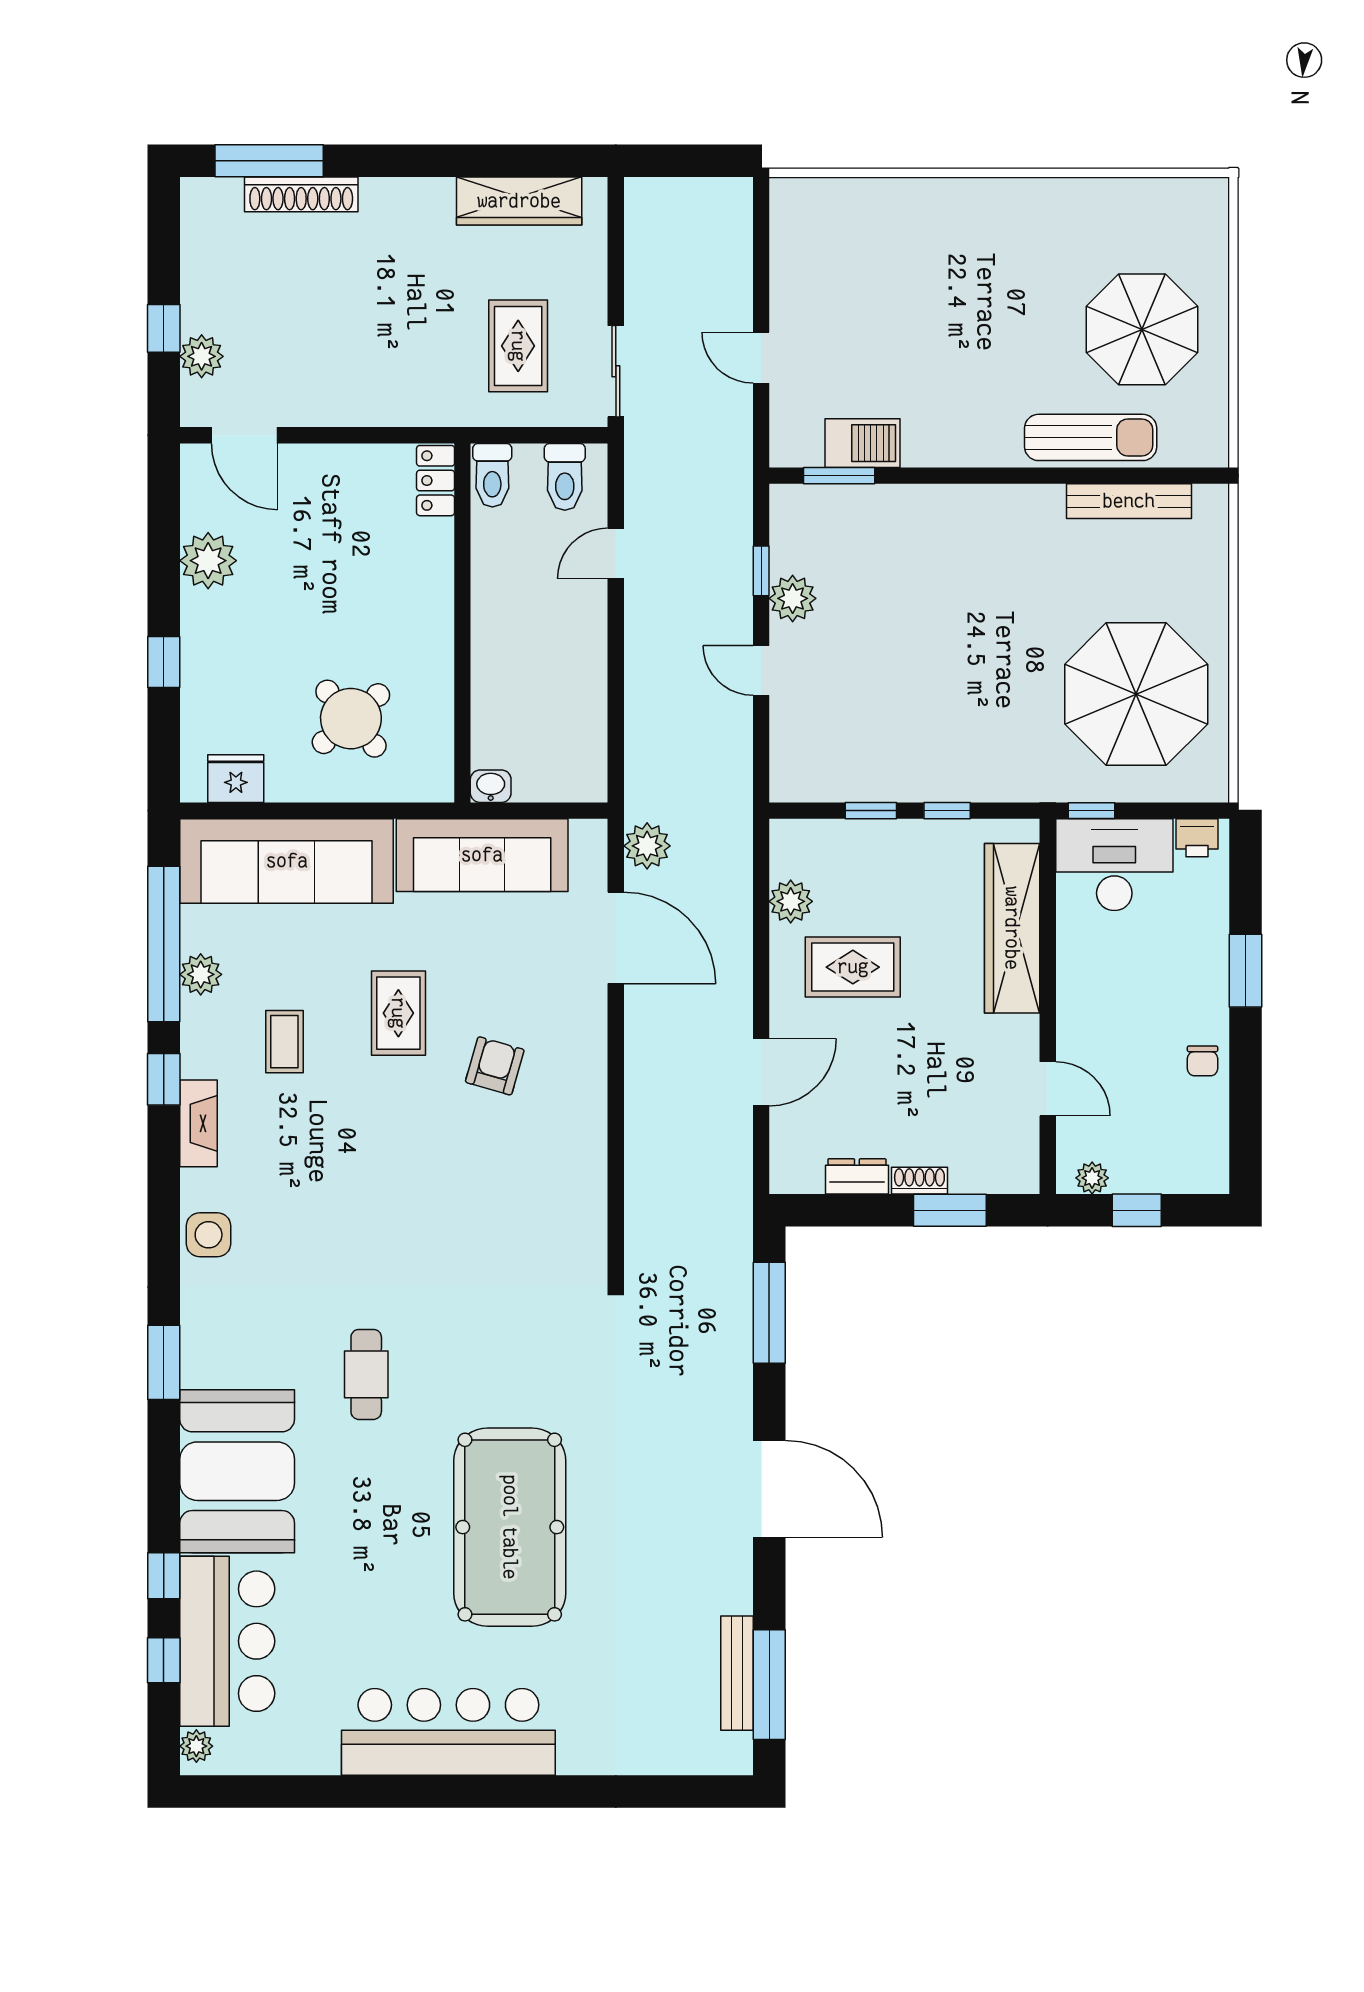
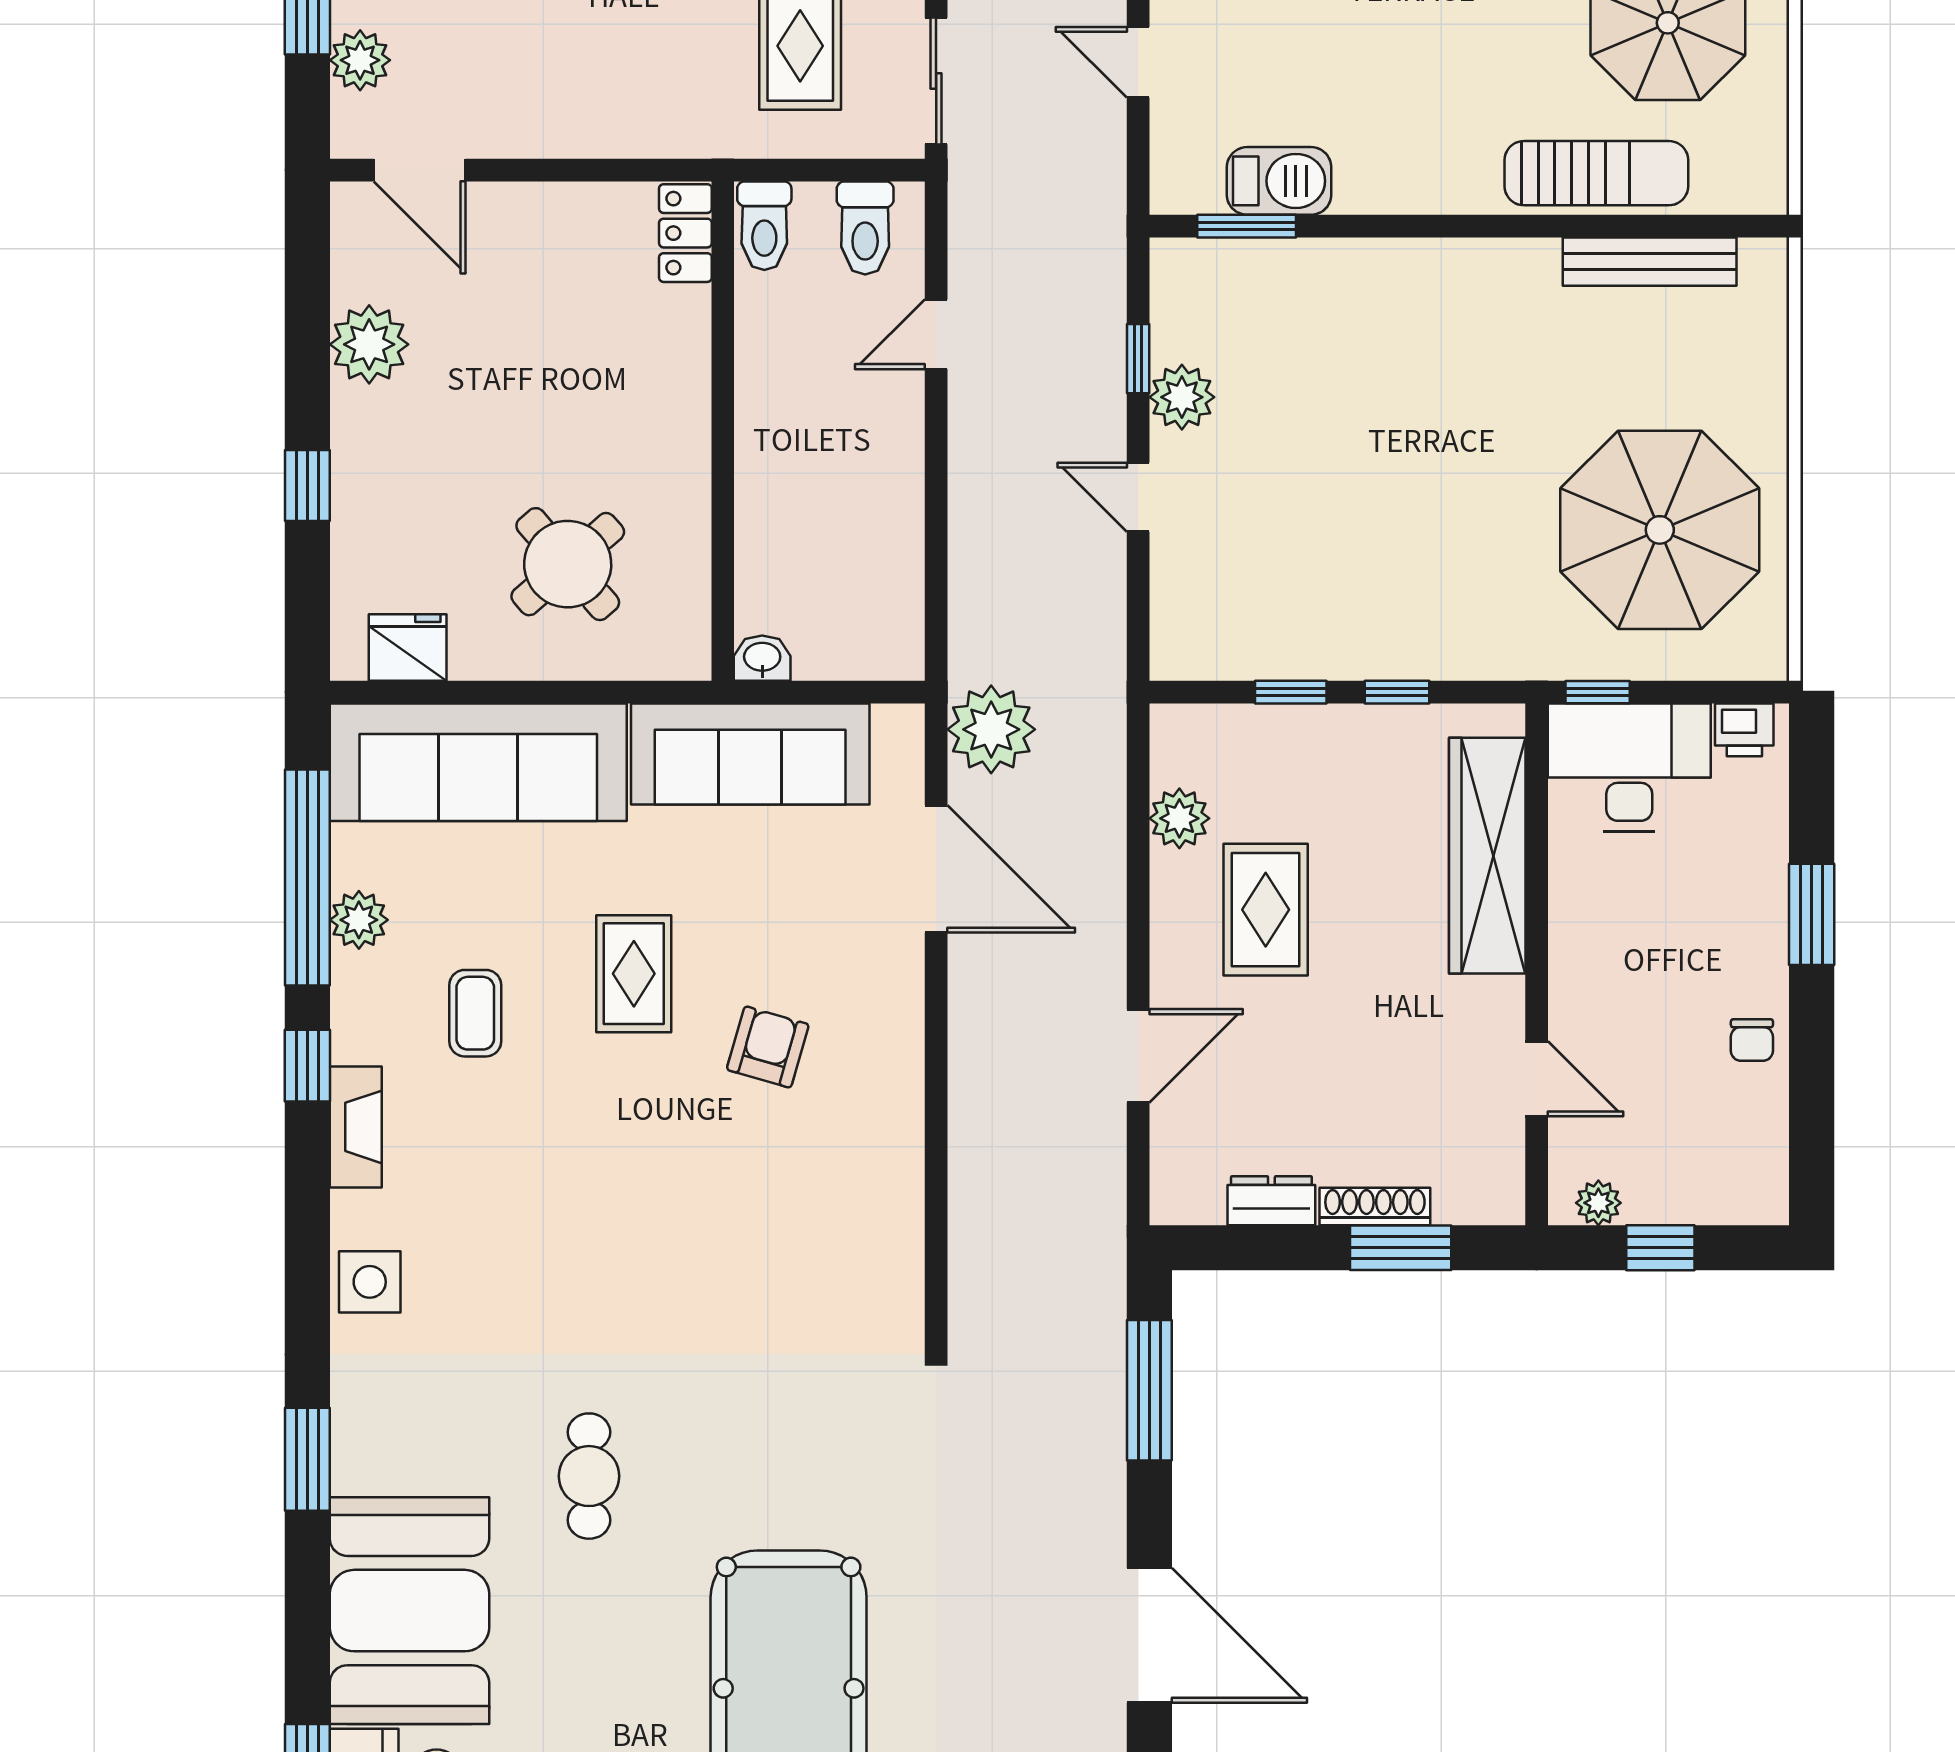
plant: (647, 846) -> (991, 729), width x1.36, depth x1.36
rug: (853, 967) -> (1266, 910), turned 90
shoe rack: (919, 1181) -> (1375, 1207), width x1.43

